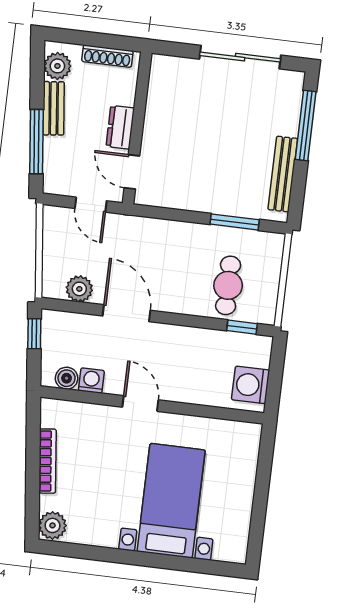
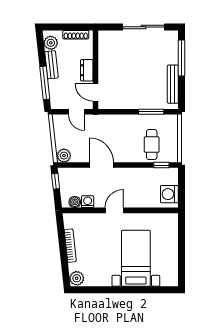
plant: (79, 289) -> (64, 156), moved
door: (140, 403) -> (114, 210), hinge flipped

